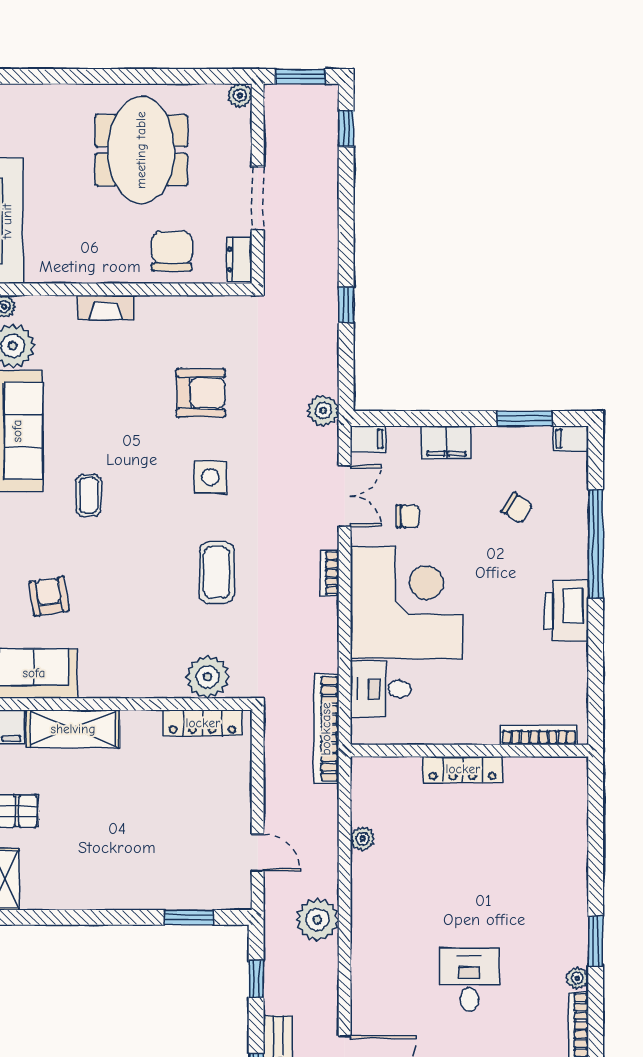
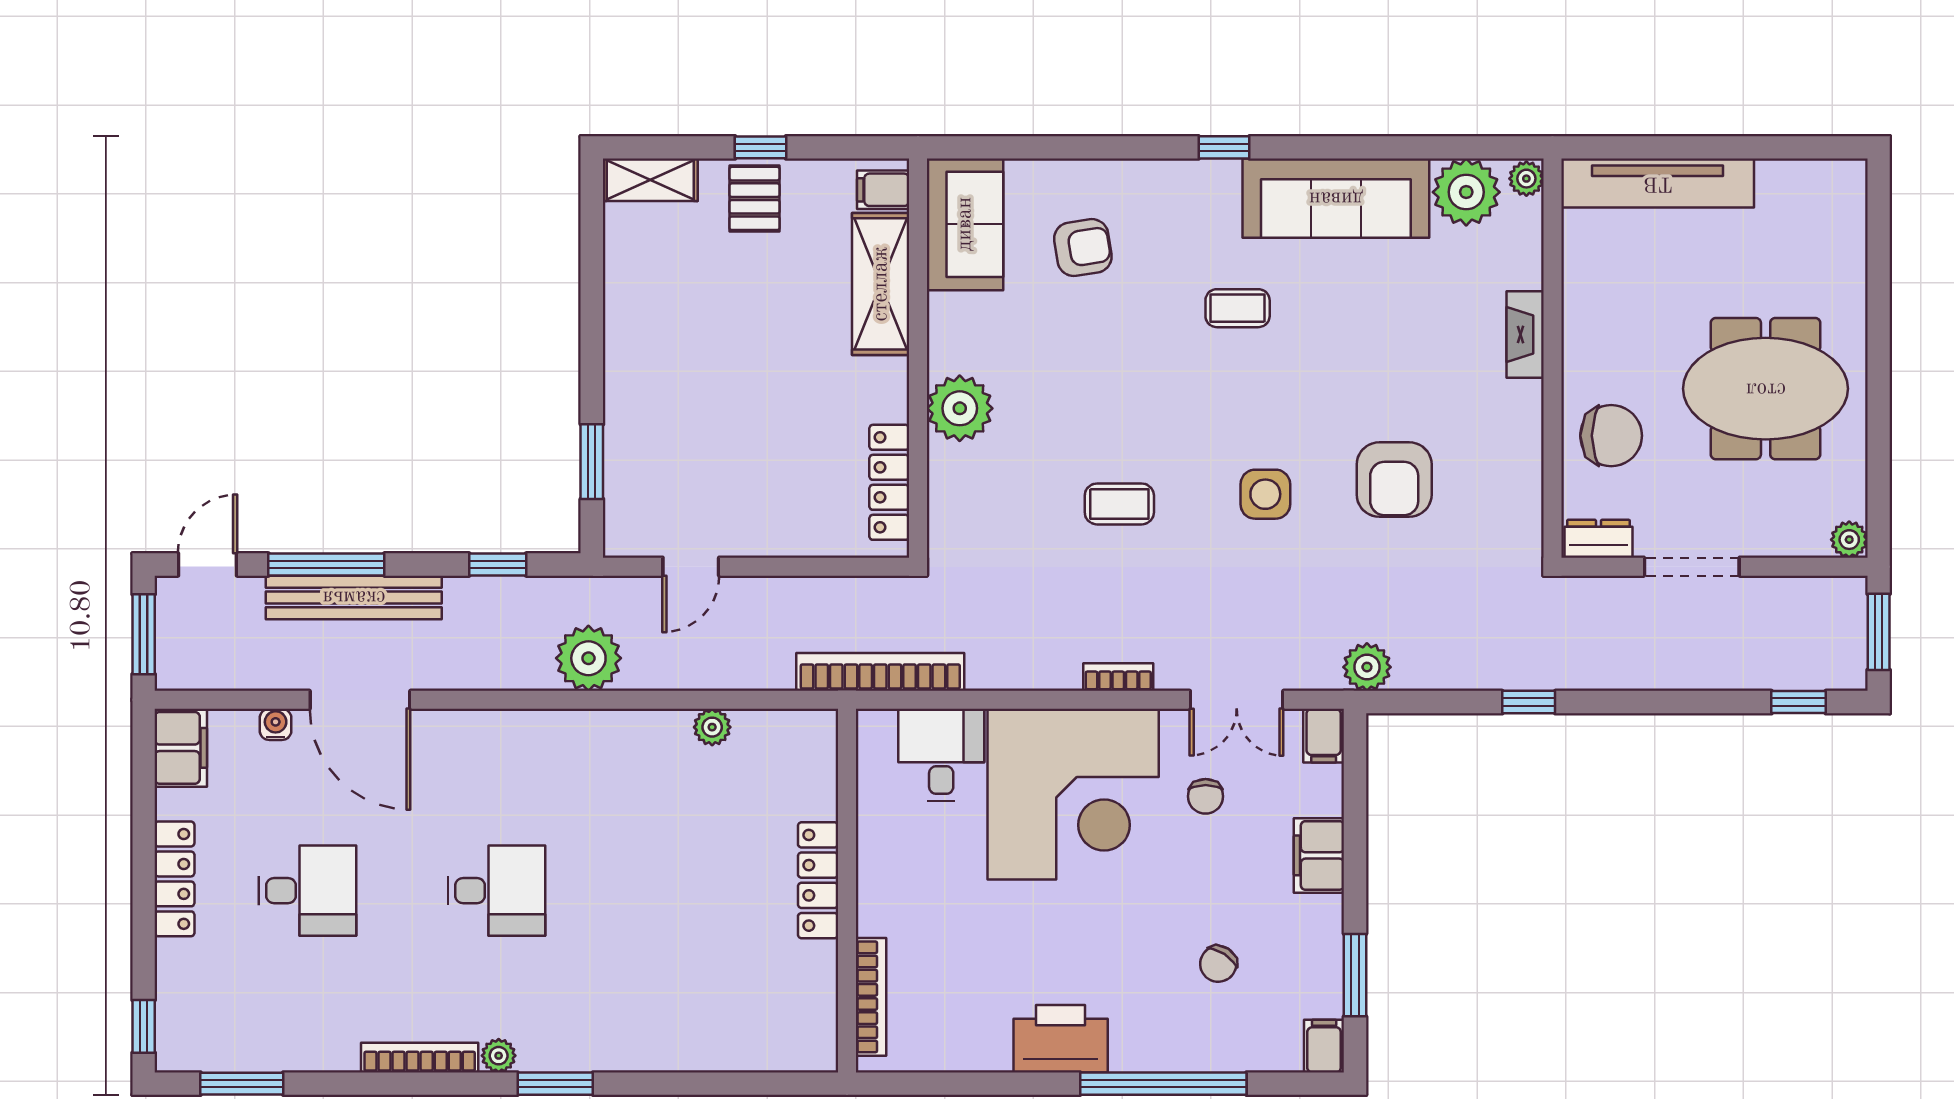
coffee table: (217, 573) -> (1119, 504), width x0.73, depth x0.77
plant: (208, 677) -> (960, 408), moved

